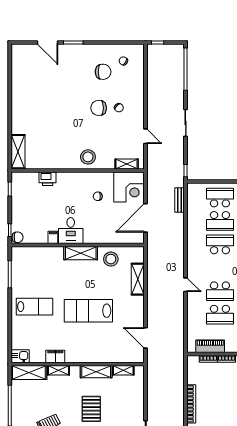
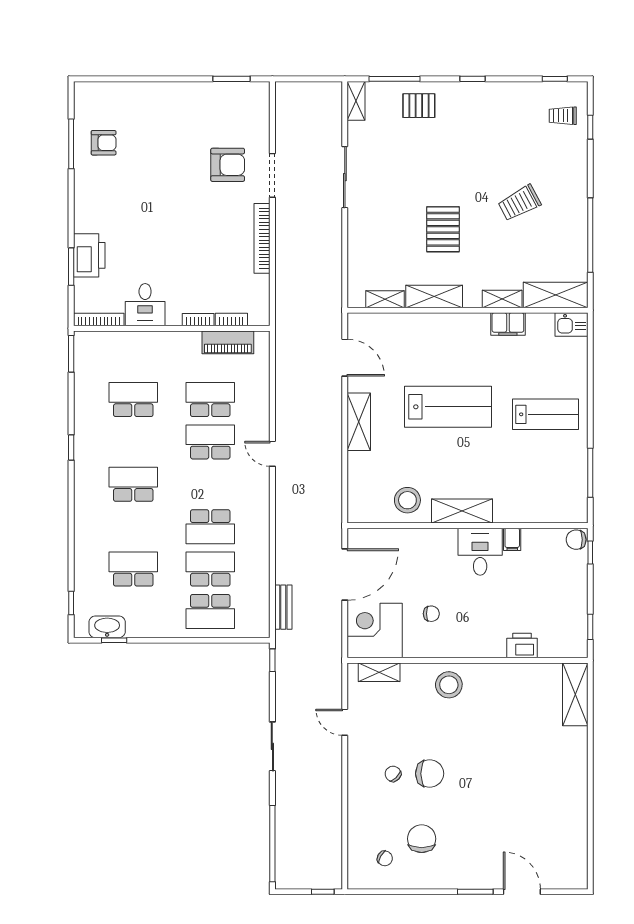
chair: (103, 72) -> (422, 839), turned 90
shelving: (138, 279) -> (359, 422), moved
lab bench: (34, 307) -> (546, 414), turned 180

